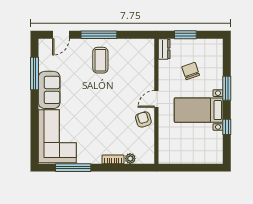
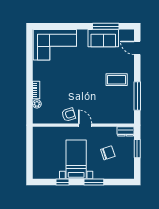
window: (99, 35) -> (137, 96), moved
sofa: (49, 90) -> (103, 38), moved
window: (73, 168) -> (29, 58), removed

